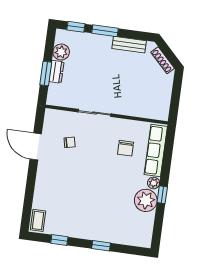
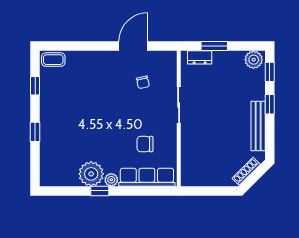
window: (105, 31) -> (270, 104), width x0.67
bench: (129, 45) -> (258, 126), width x1.36
plant: (61, 52) -> (254, 60), moved
dresser: (56, 72) -> (200, 57), moved

